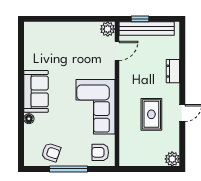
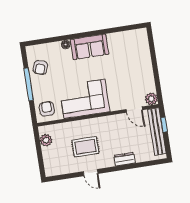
plant: (172, 159) -> (46, 140), moved

